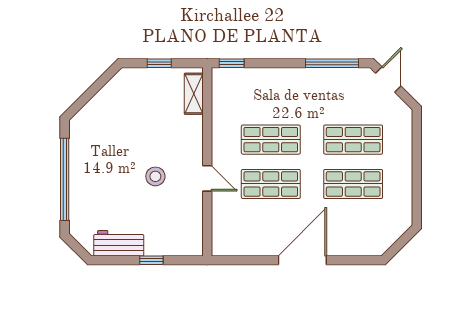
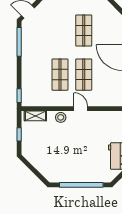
shop shelf: (353, 140) -> (60, 30), removed
stool: (155, 176) -> (61, 117), moved
door: (207, 178) -> (81, 109), hinge flipped

